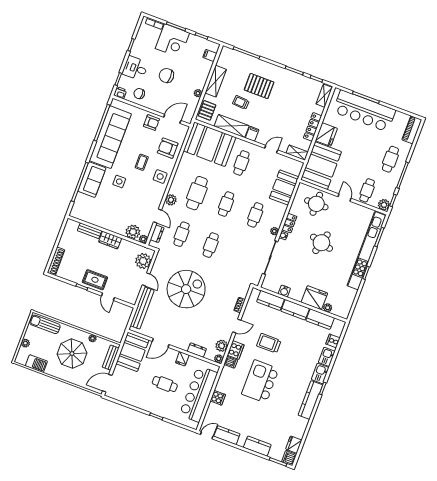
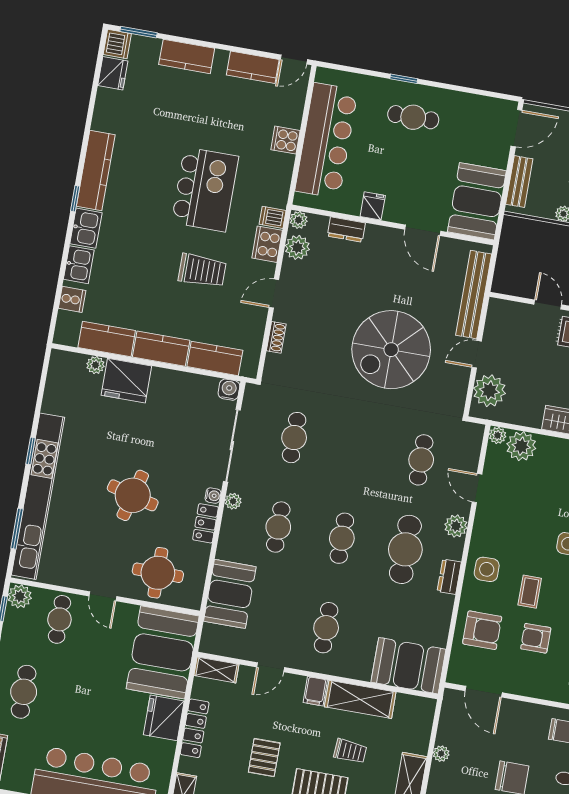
pallet: (207, 110) -> (264, 758), moved
door: (172, 119) -> (484, 692), hinge flipped
armchair: (151, 123) -> (536, 638), moved
booth: (210, 144) -> (408, 666), width x0.73, depth x0.70
dresser: (157, 234) -> (449, 577), moved
cafe table: (211, 245) -> (294, 438), moved
door: (146, 279) -> (477, 354), hinge flipped
water cooler: (284, 291) -> (229, 390), moved
door: (161, 343) -> (423, 230), swing flipped
cafe table: (165, 384) -> (413, 117), moved

